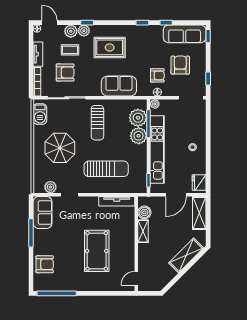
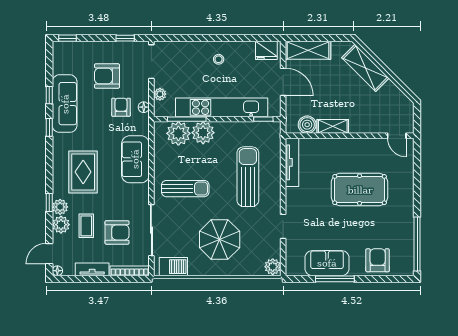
sofa: (185, 34) -> (65, 104), moved
armchair: (65, 72) -> (117, 232), turned 90
plant: (155, 104) -> (160, 94), moved
plant: (50, 187) -> (273, 267), moved
sofa: (43, 212) -> (327, 263), moved

